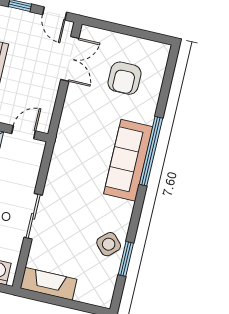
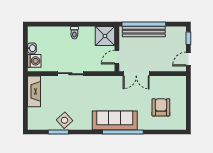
double door: (70, 59) -> (136, 74), moved
armchair: (124, 78) -> (161, 107), turned 90
door: (24, 132) -> (117, 57), swing flipped

